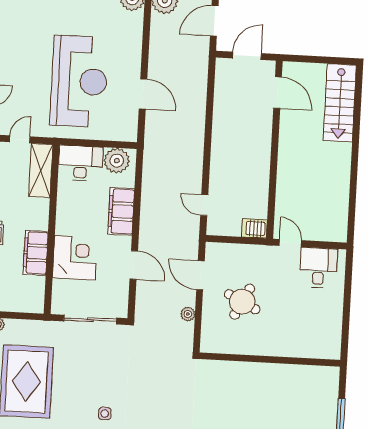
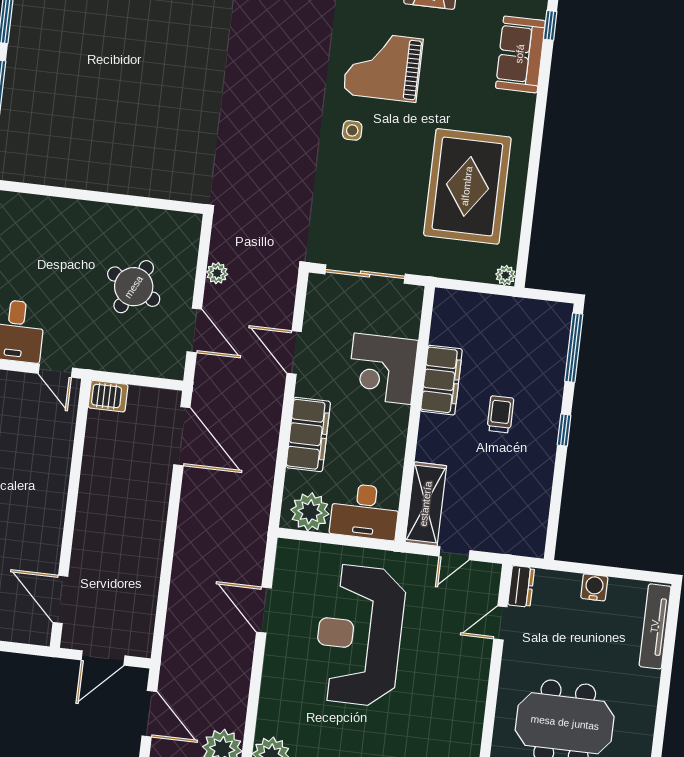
door: (214, 21) -> (149, 714), hinge flipped
door: (204, 205) -> (182, 436), width x1.87

